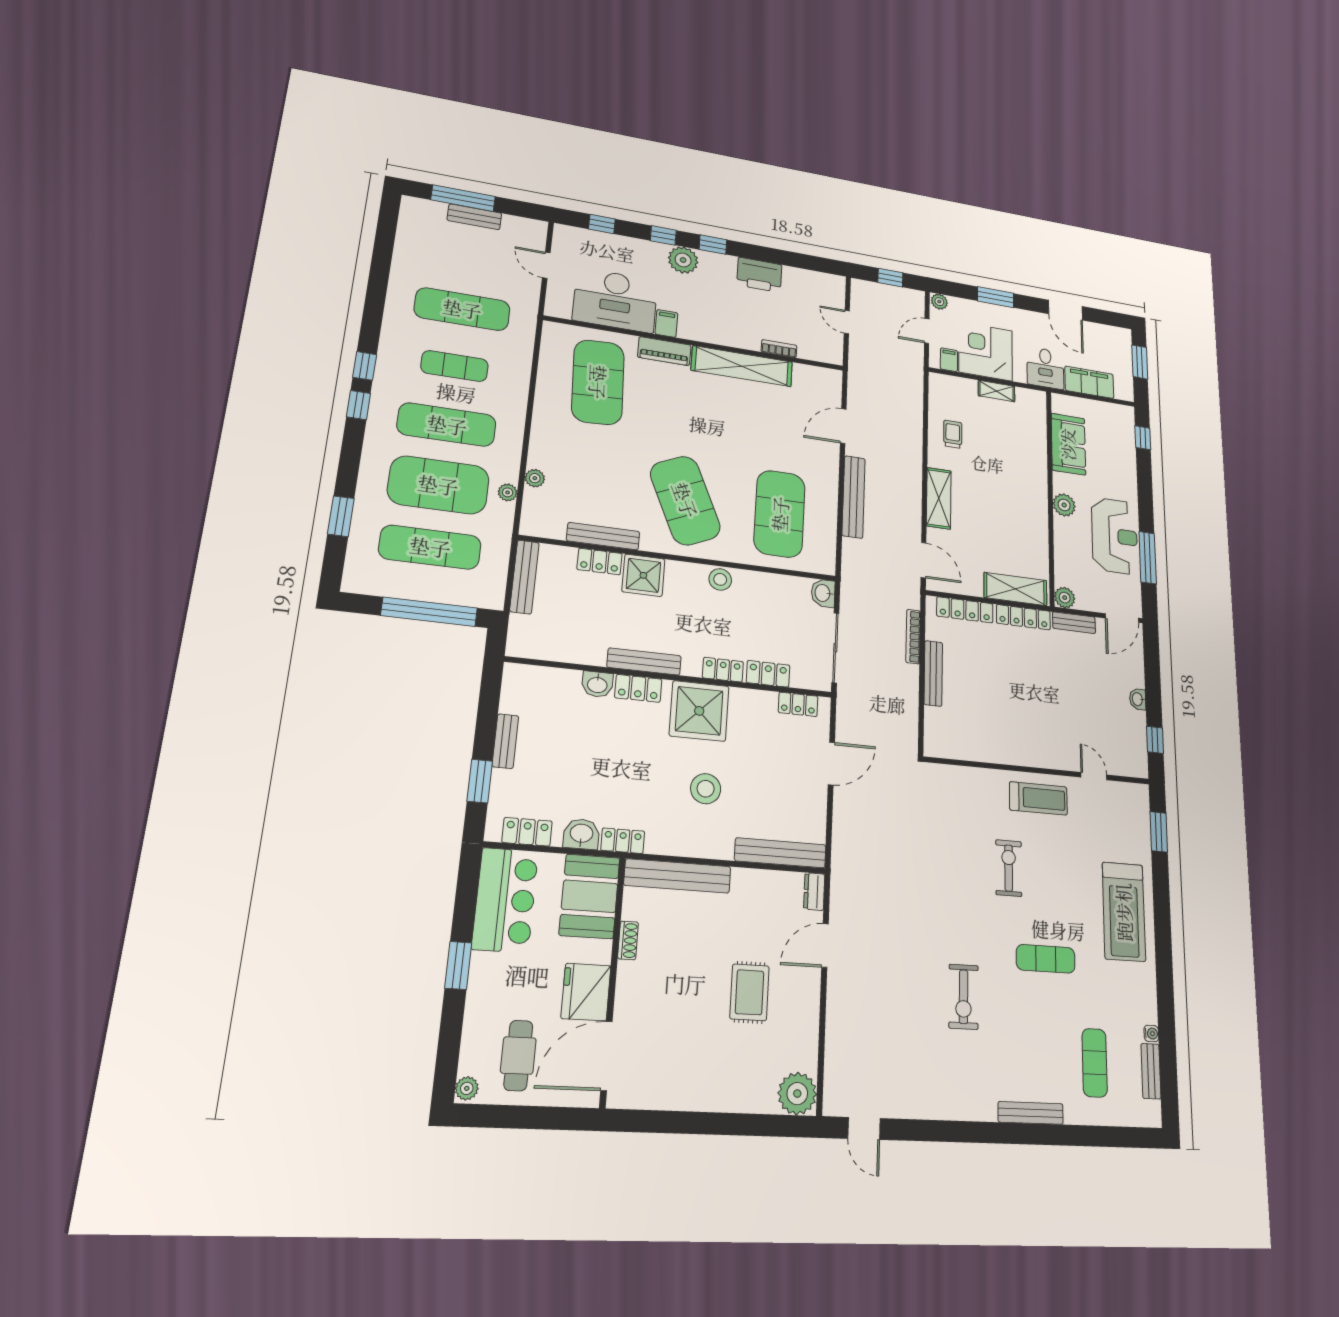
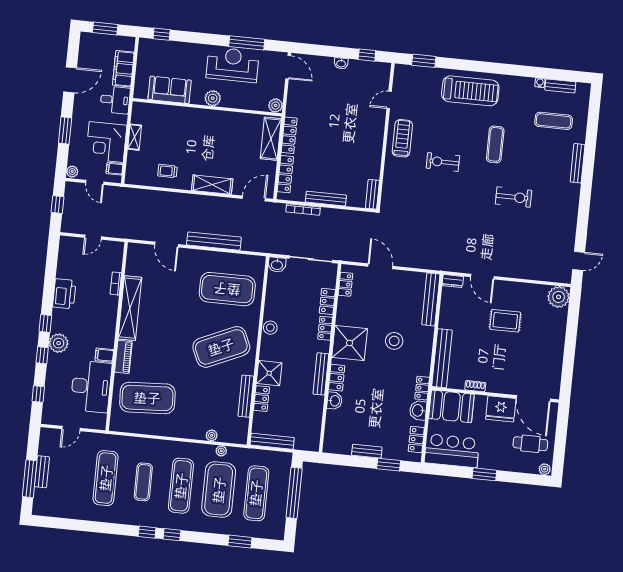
bench: (1074, 623) -> (372, 194), moved

